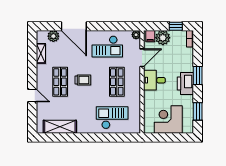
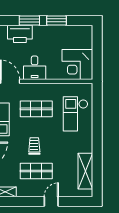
printer: (185, 84) -> (20, 34), moved
window: (198, 111) -> (56, 20), moved
corner desk: (168, 119) -> (77, 64), moved

